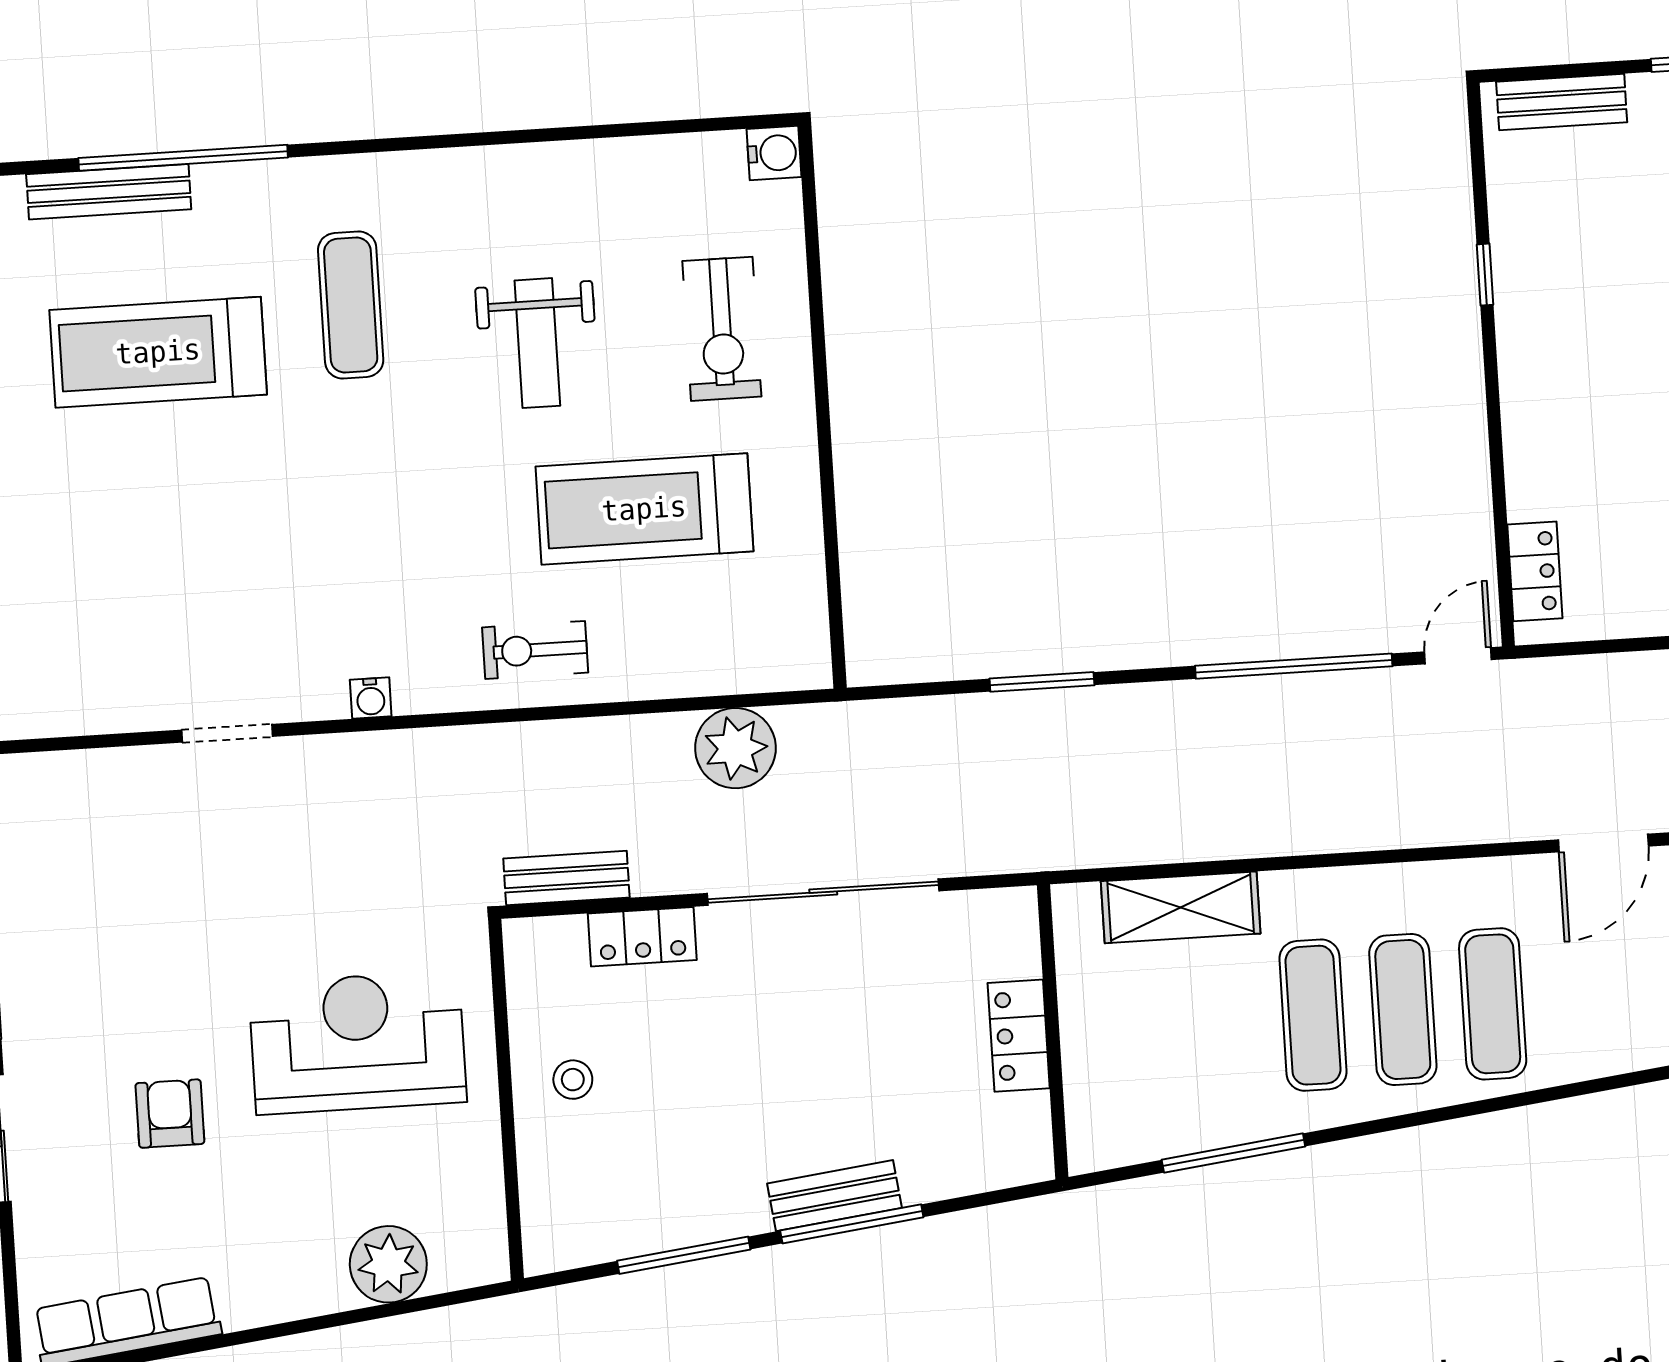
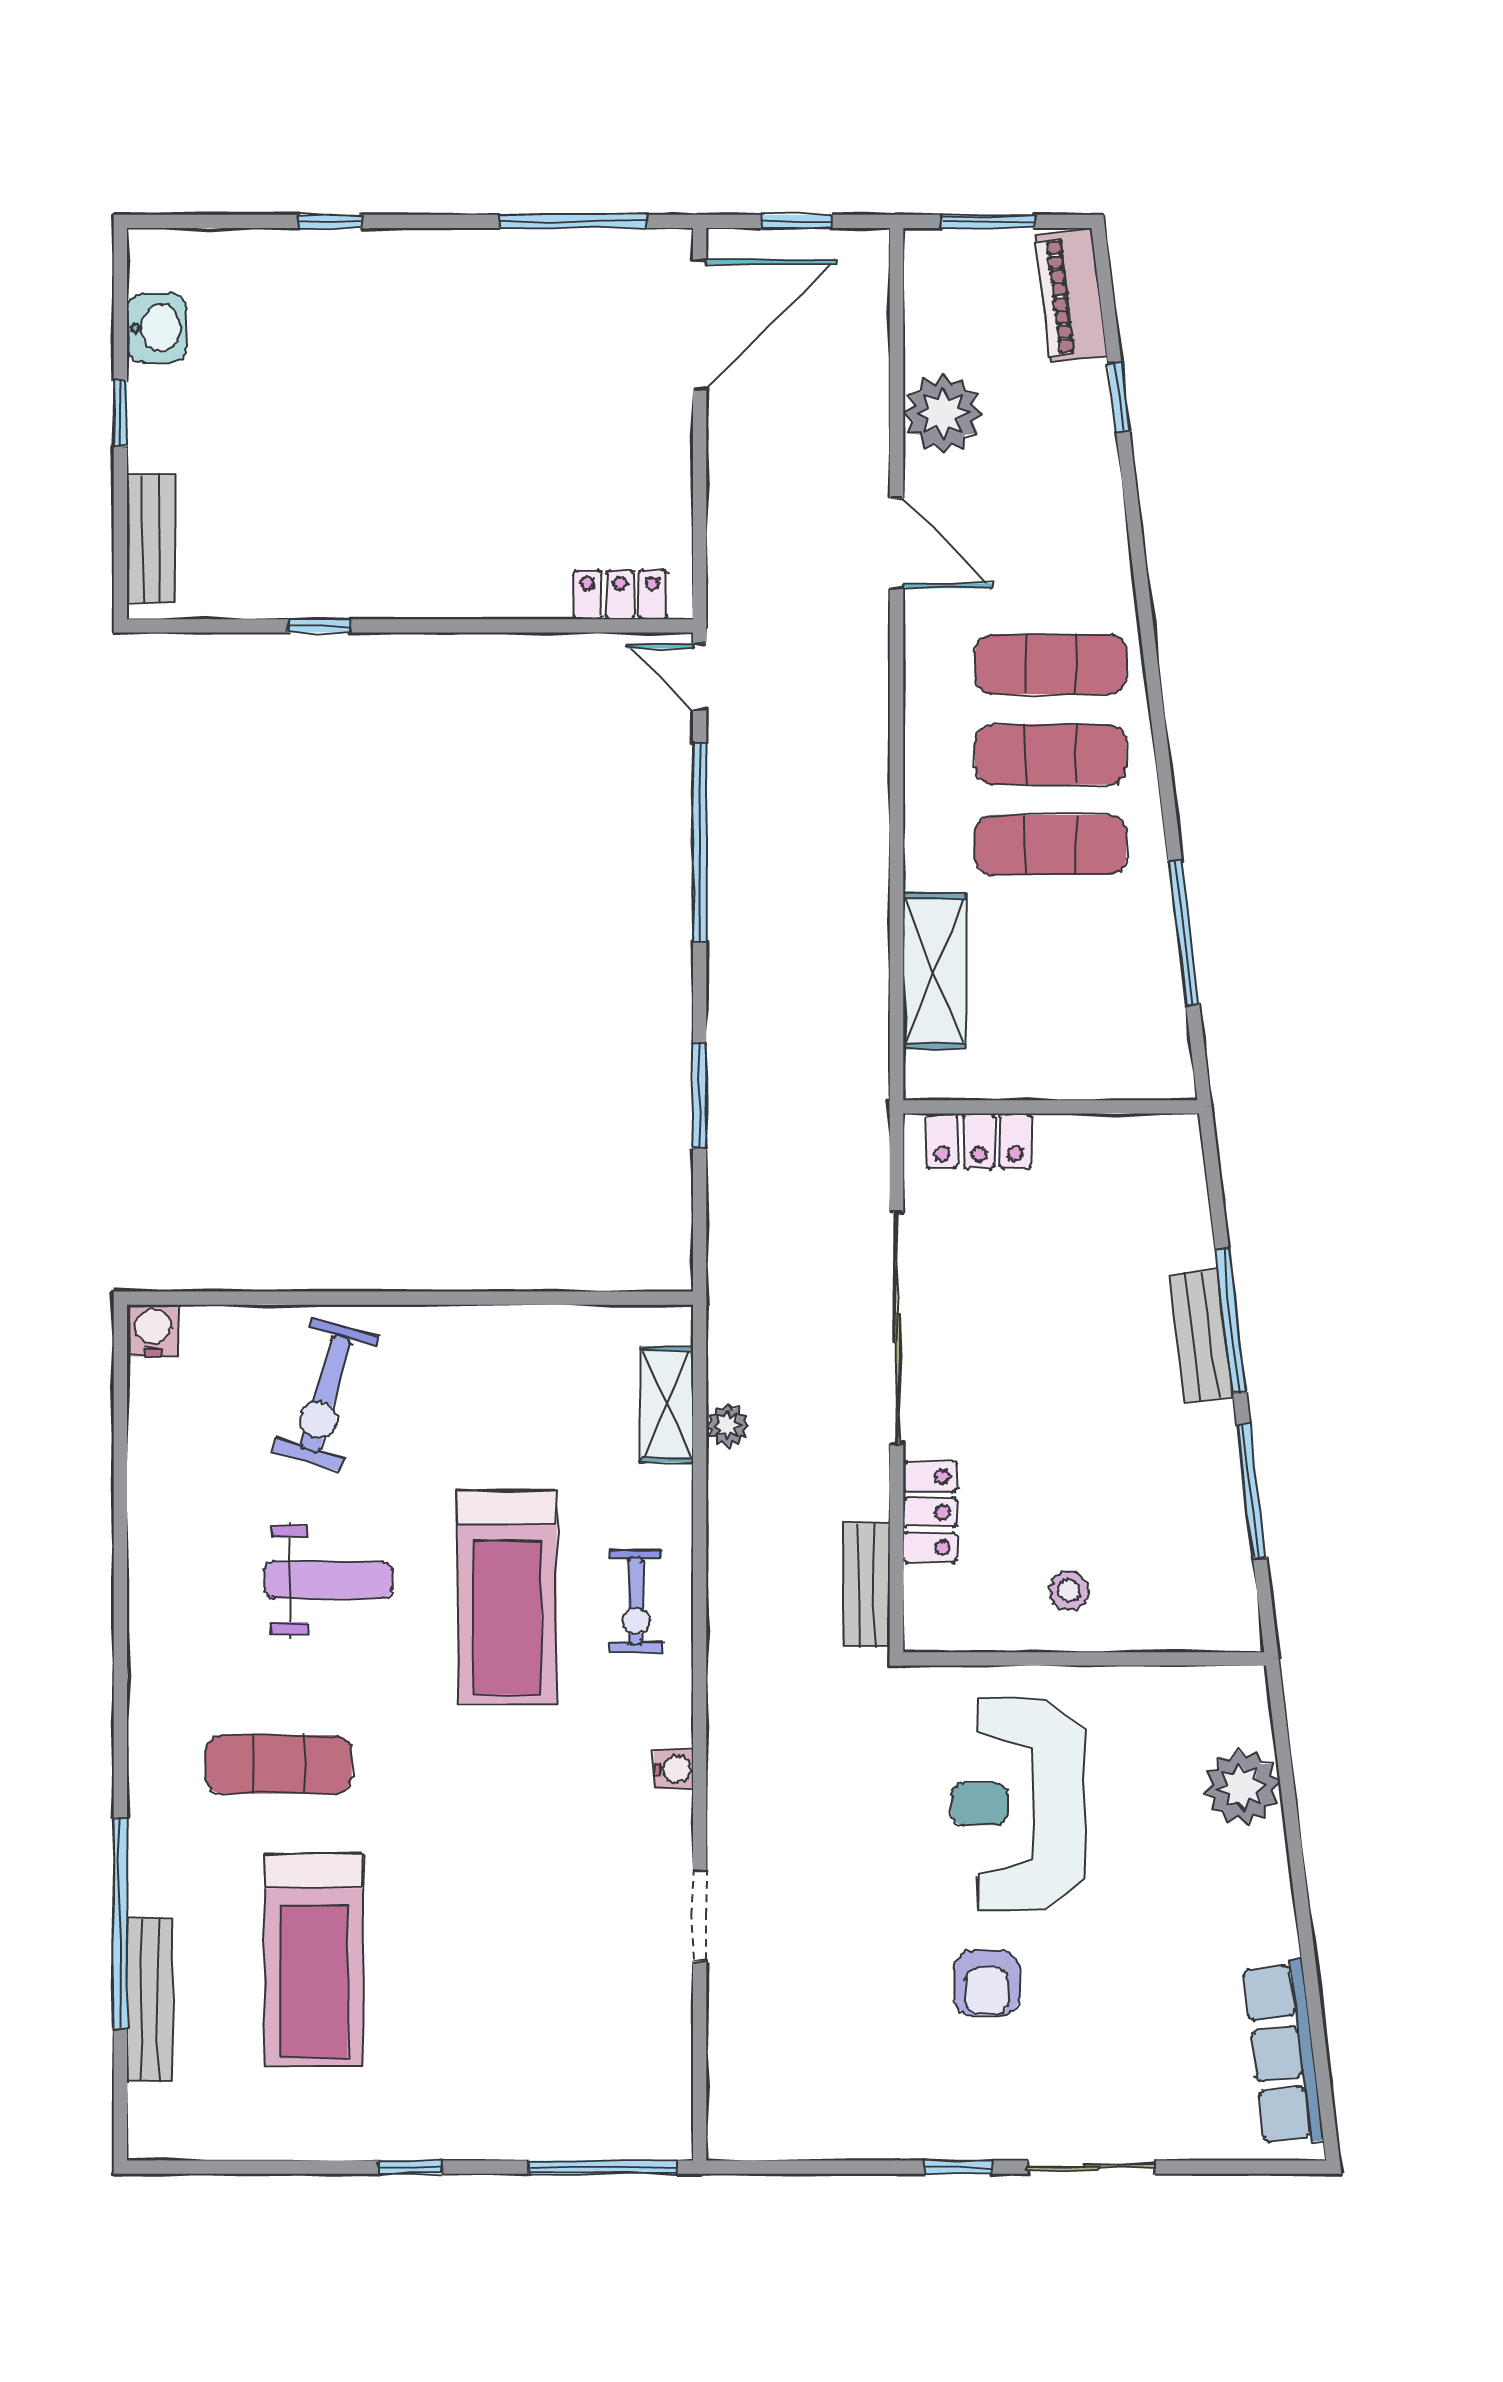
exercise bike: (722, 329) -> (326, 1394), turned 106
treadmill: (644, 509) -> (507, 1597), moved
shelving: (733, 669) -> (667, 1404), added
plant: (735, 748) -> (728, 1426), width x0.53, depth x0.53
locker: (1019, 1036) -> (979, 1141), moved
armchair: (170, 1114) -> (987, 1983), moved, turned -90

